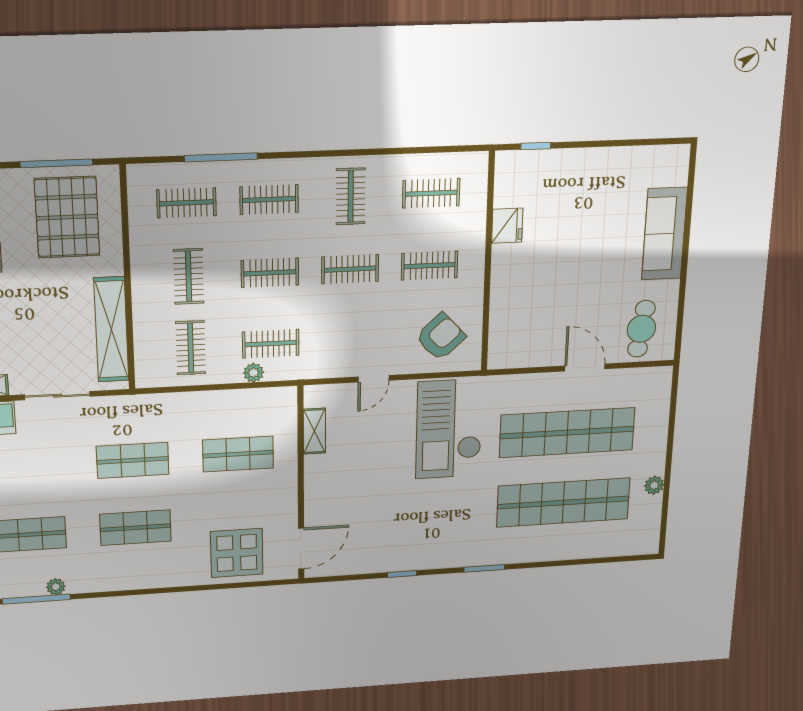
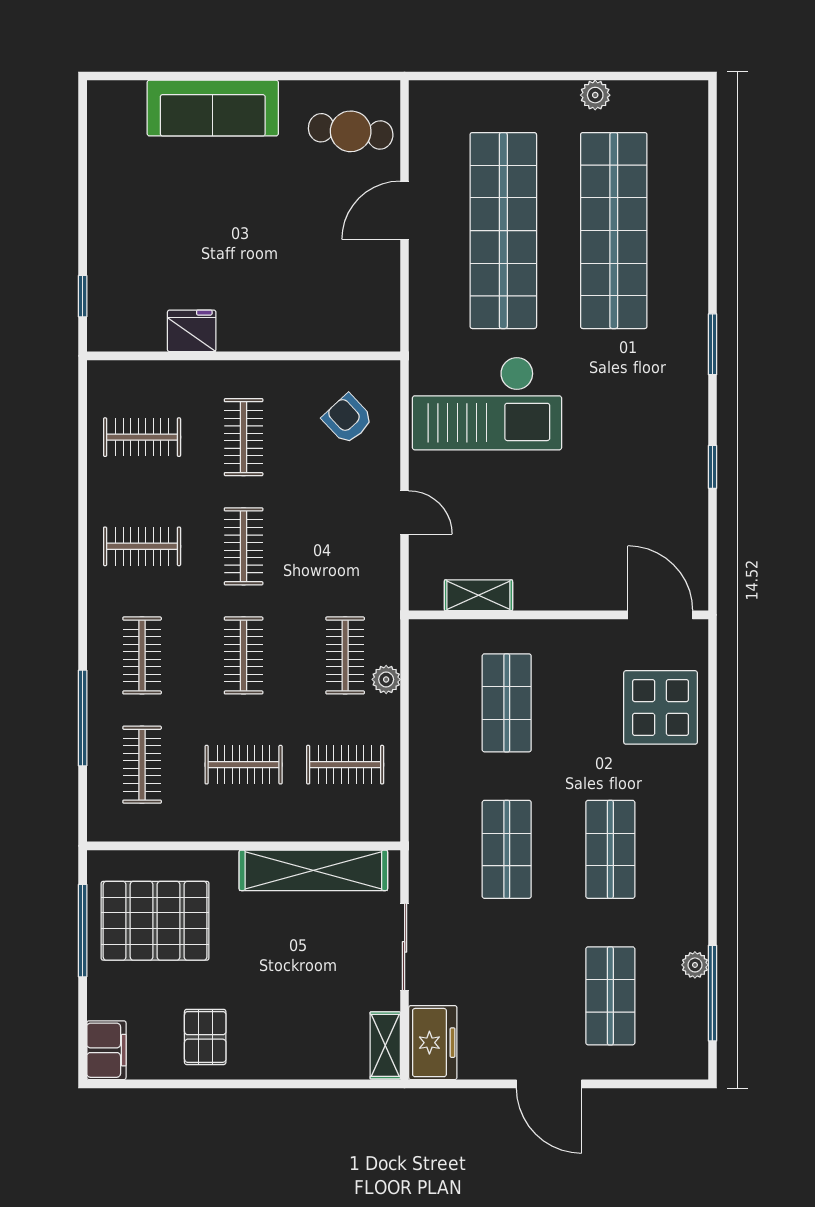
clothes rail: (431, 193) -> (142, 437), turned 90
armchair: (441, 337) -> (348, 419), width x0.72, depth x0.72

